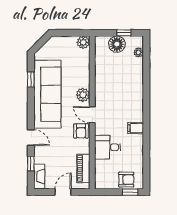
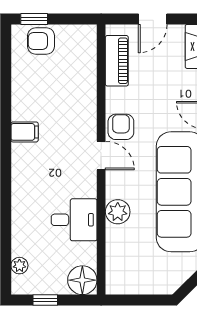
plant: (83, 42) -> (117, 283), removed
floor lamp: (117, 44) -> (82, 280), moved
plant: (83, 95) -> (118, 212), moved
desk: (108, 147) -> (74, 220), moved

